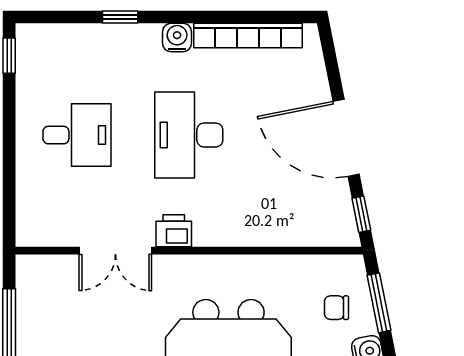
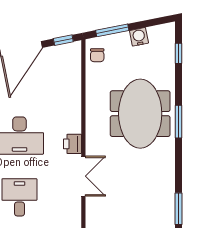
chair: (336, 308) -> (97, 55), moved

